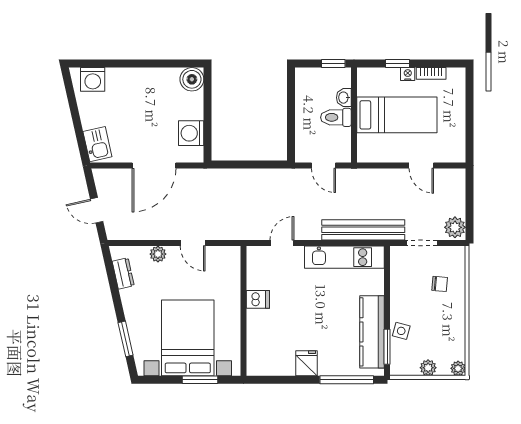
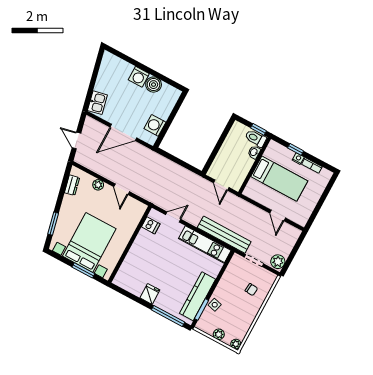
washing machine: (93, 79) -> (139, 77), moved
boiler: (192, 79) -> (154, 85), moved
toilet: (336, 117) -> (256, 138), moved
dishwasher: (258, 299) -> (151, 225), moved

